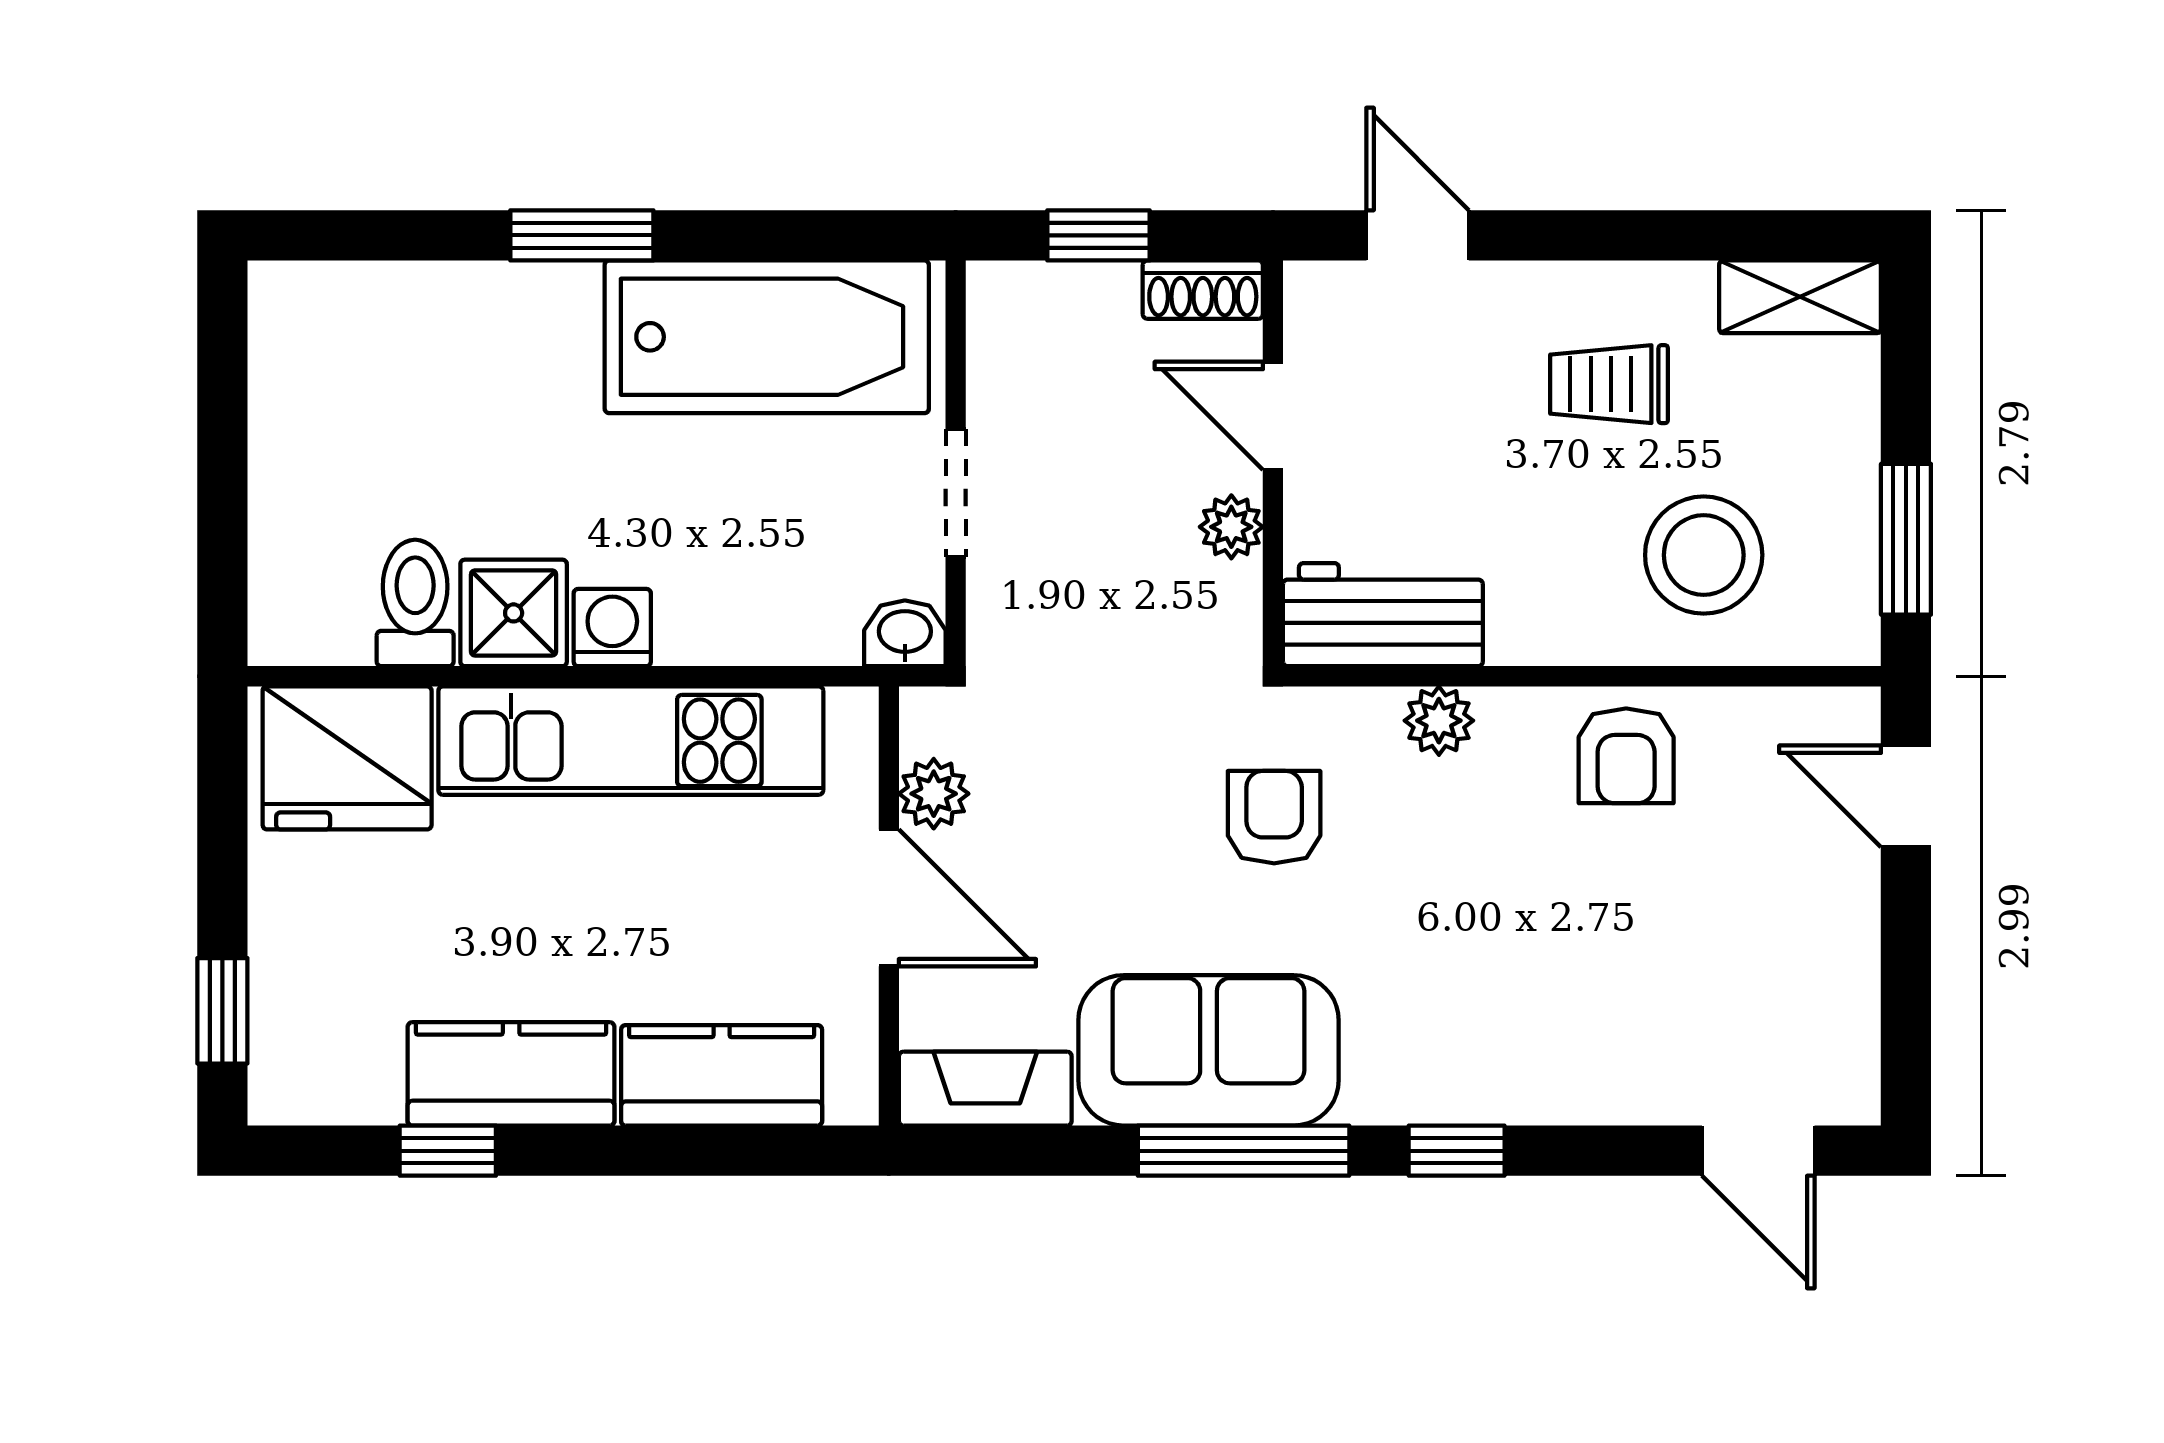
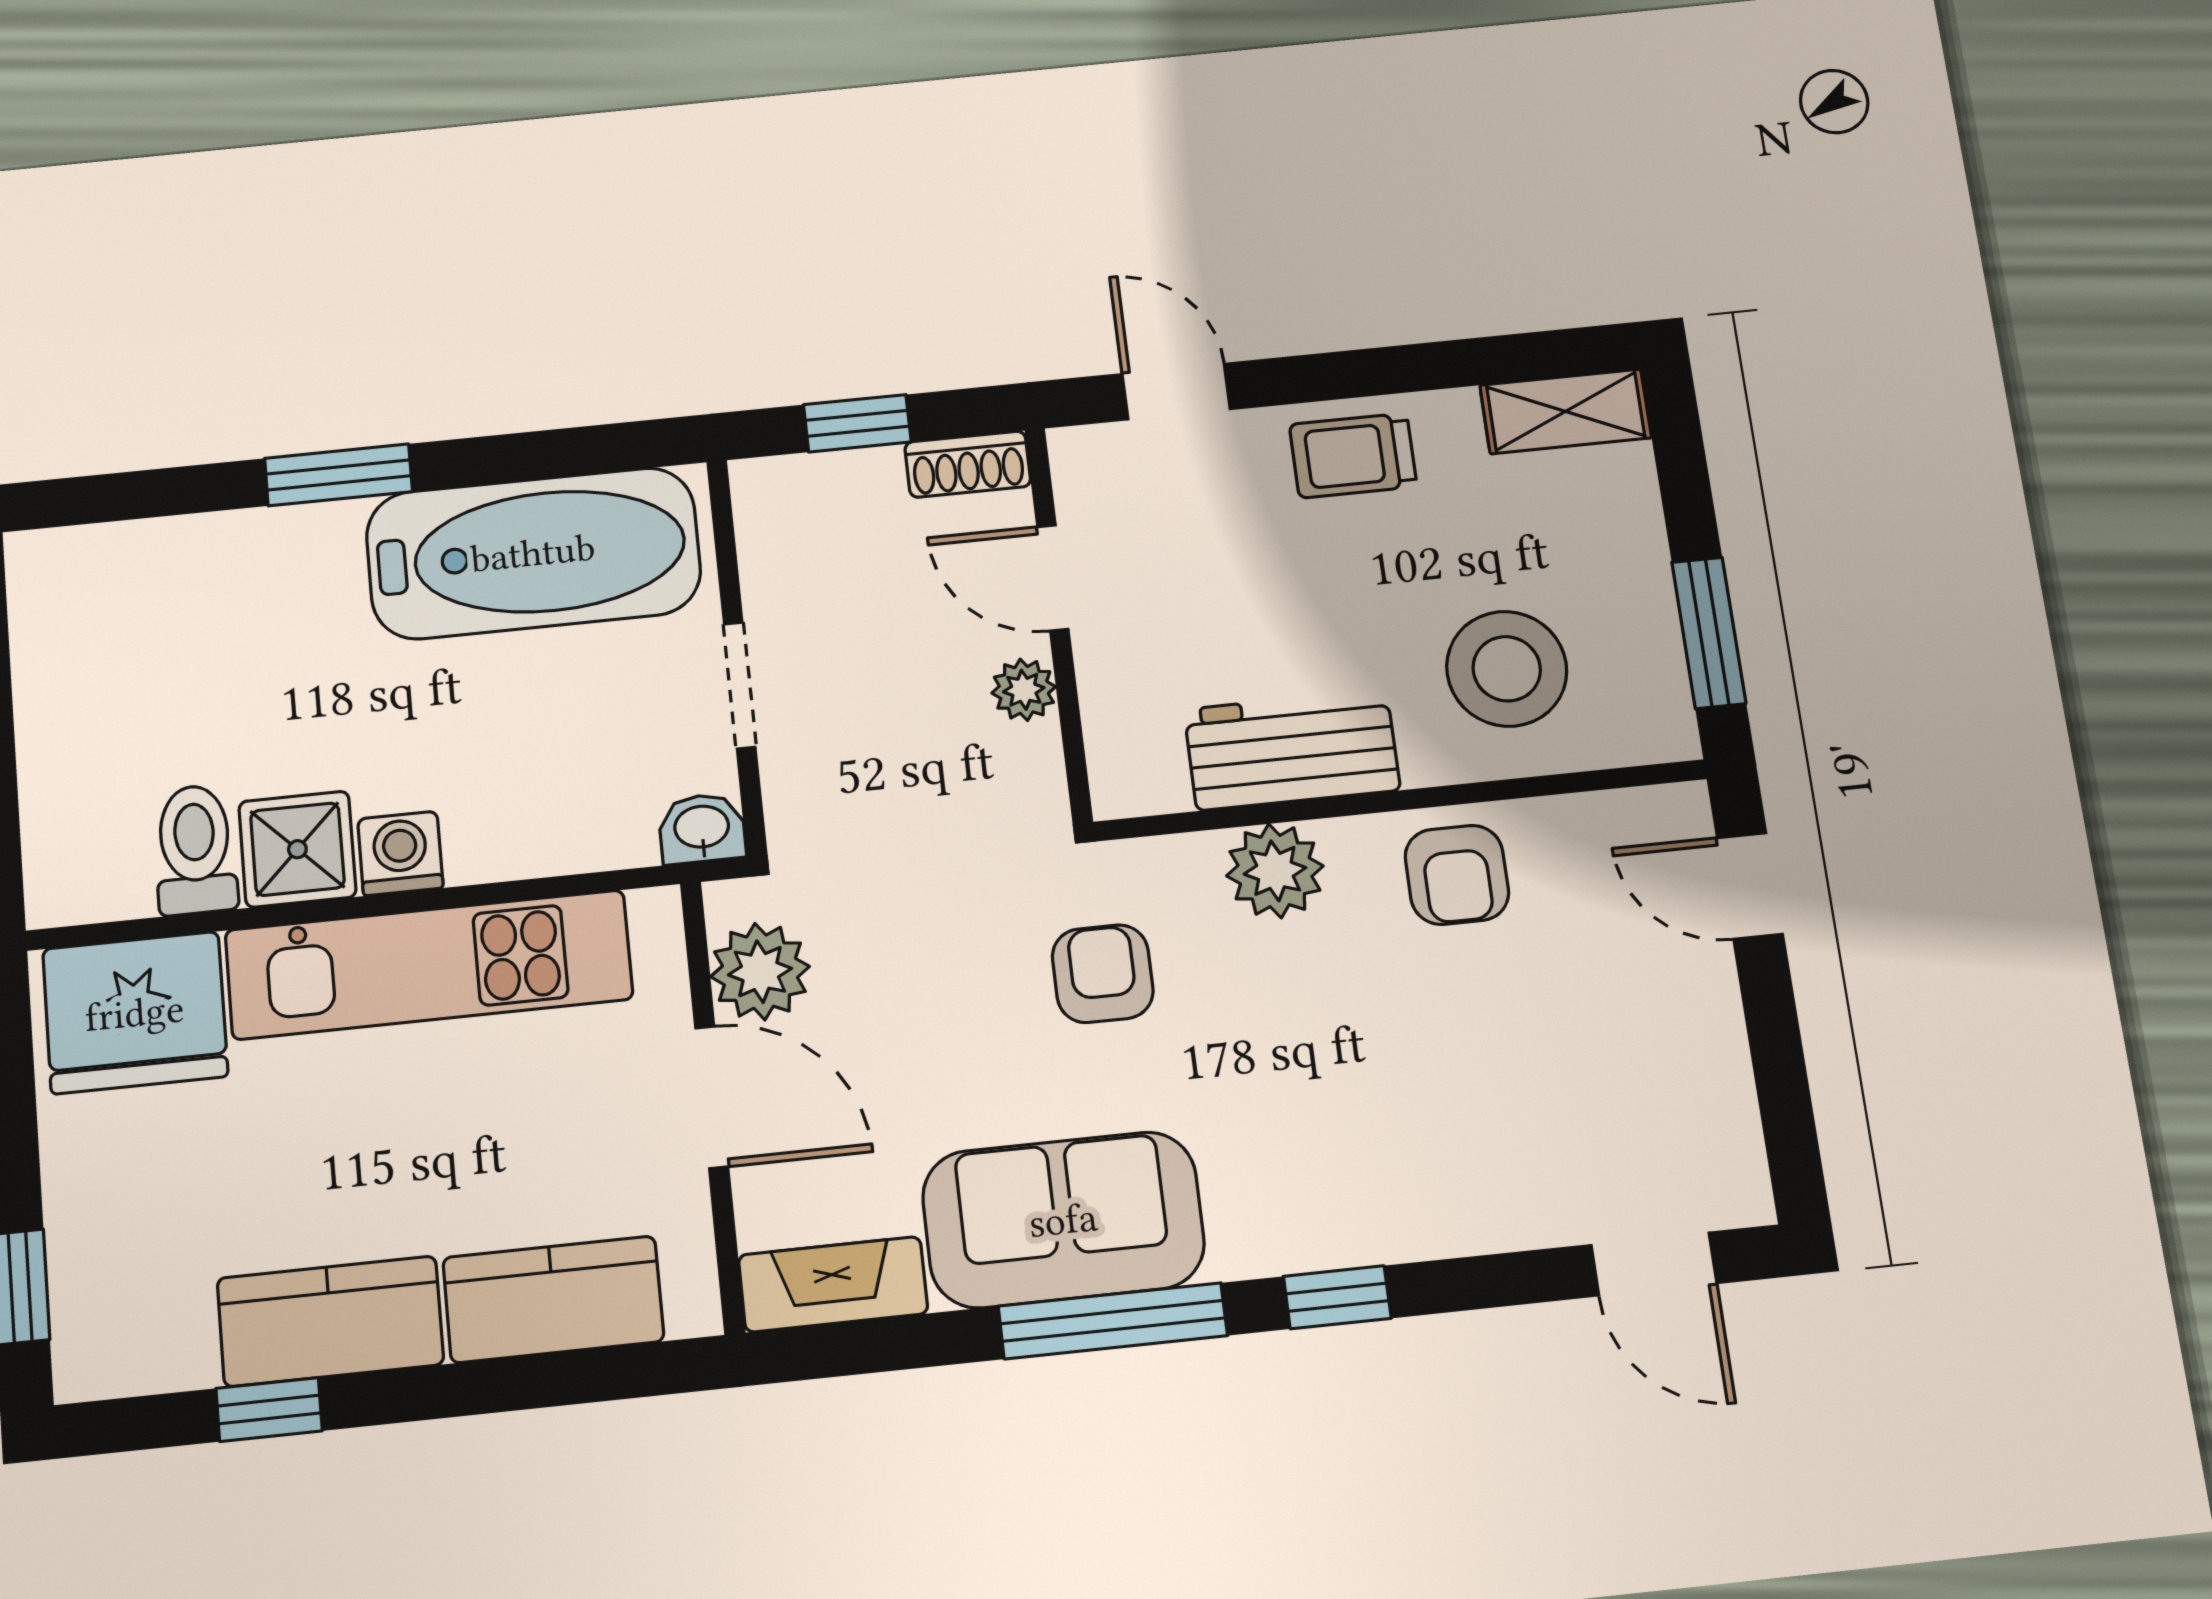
trolley: (1609, 384) -> (1353, 456), moved
workbench: (1383, 615) -> (1292, 750), moved
plant: (1439, 721) -> (1275, 871), width x1.38, depth x1.38
plant: (934, 794) -> (760, 972), width x1.38, depth x1.38

